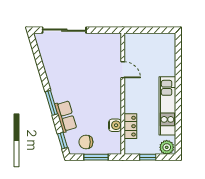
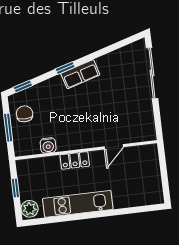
window: (51, 103) -> (65, 68), width x0.67
row of seats: (66, 116) -> (80, 74), moved
locker: (130, 126) -> (75, 160), moved

